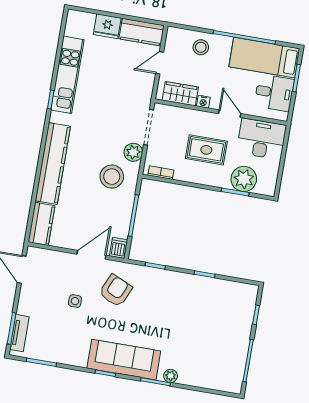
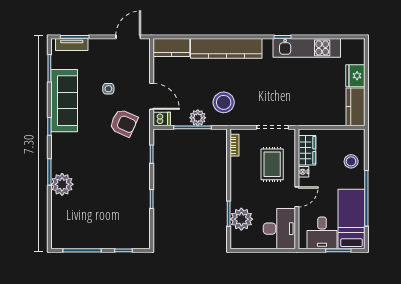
door: (160, 63) -> (331, 127), removed
rug: (206, 150) -> (272, 164), moved
plant: (133, 152) -> (198, 118), moved
sofa: (124, 360) -> (64, 101), moved
plant: (171, 376) -> (62, 184), width x1.88, depth x1.88

